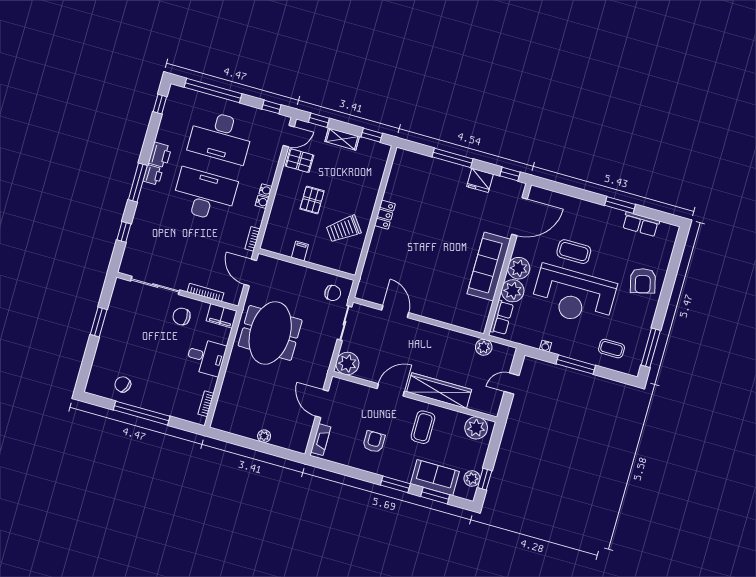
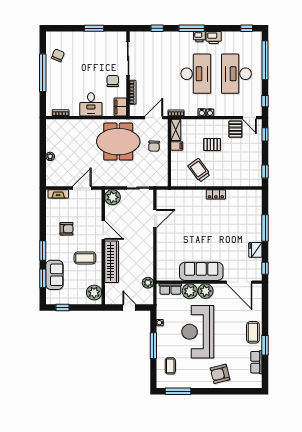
shelving: (342, 139) -> (176, 130), moved
coffee table: (574, 252) -> (253, 332), moved
chair: (333, 293) -> (154, 146), moved
plant: (472, 479) -> (61, 299), removed

